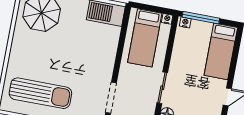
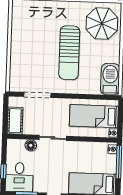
sun lounger: (40, 93) -> (69, 53), moved

